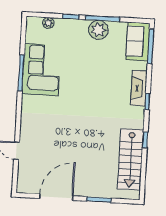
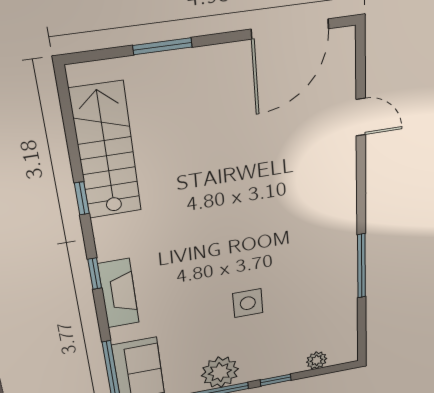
side table: (79, 67) -> (248, 303), added
corner sofa: (41, 70) -> (322, 281), removed
door: (56, 197) -> (290, 29), moved

